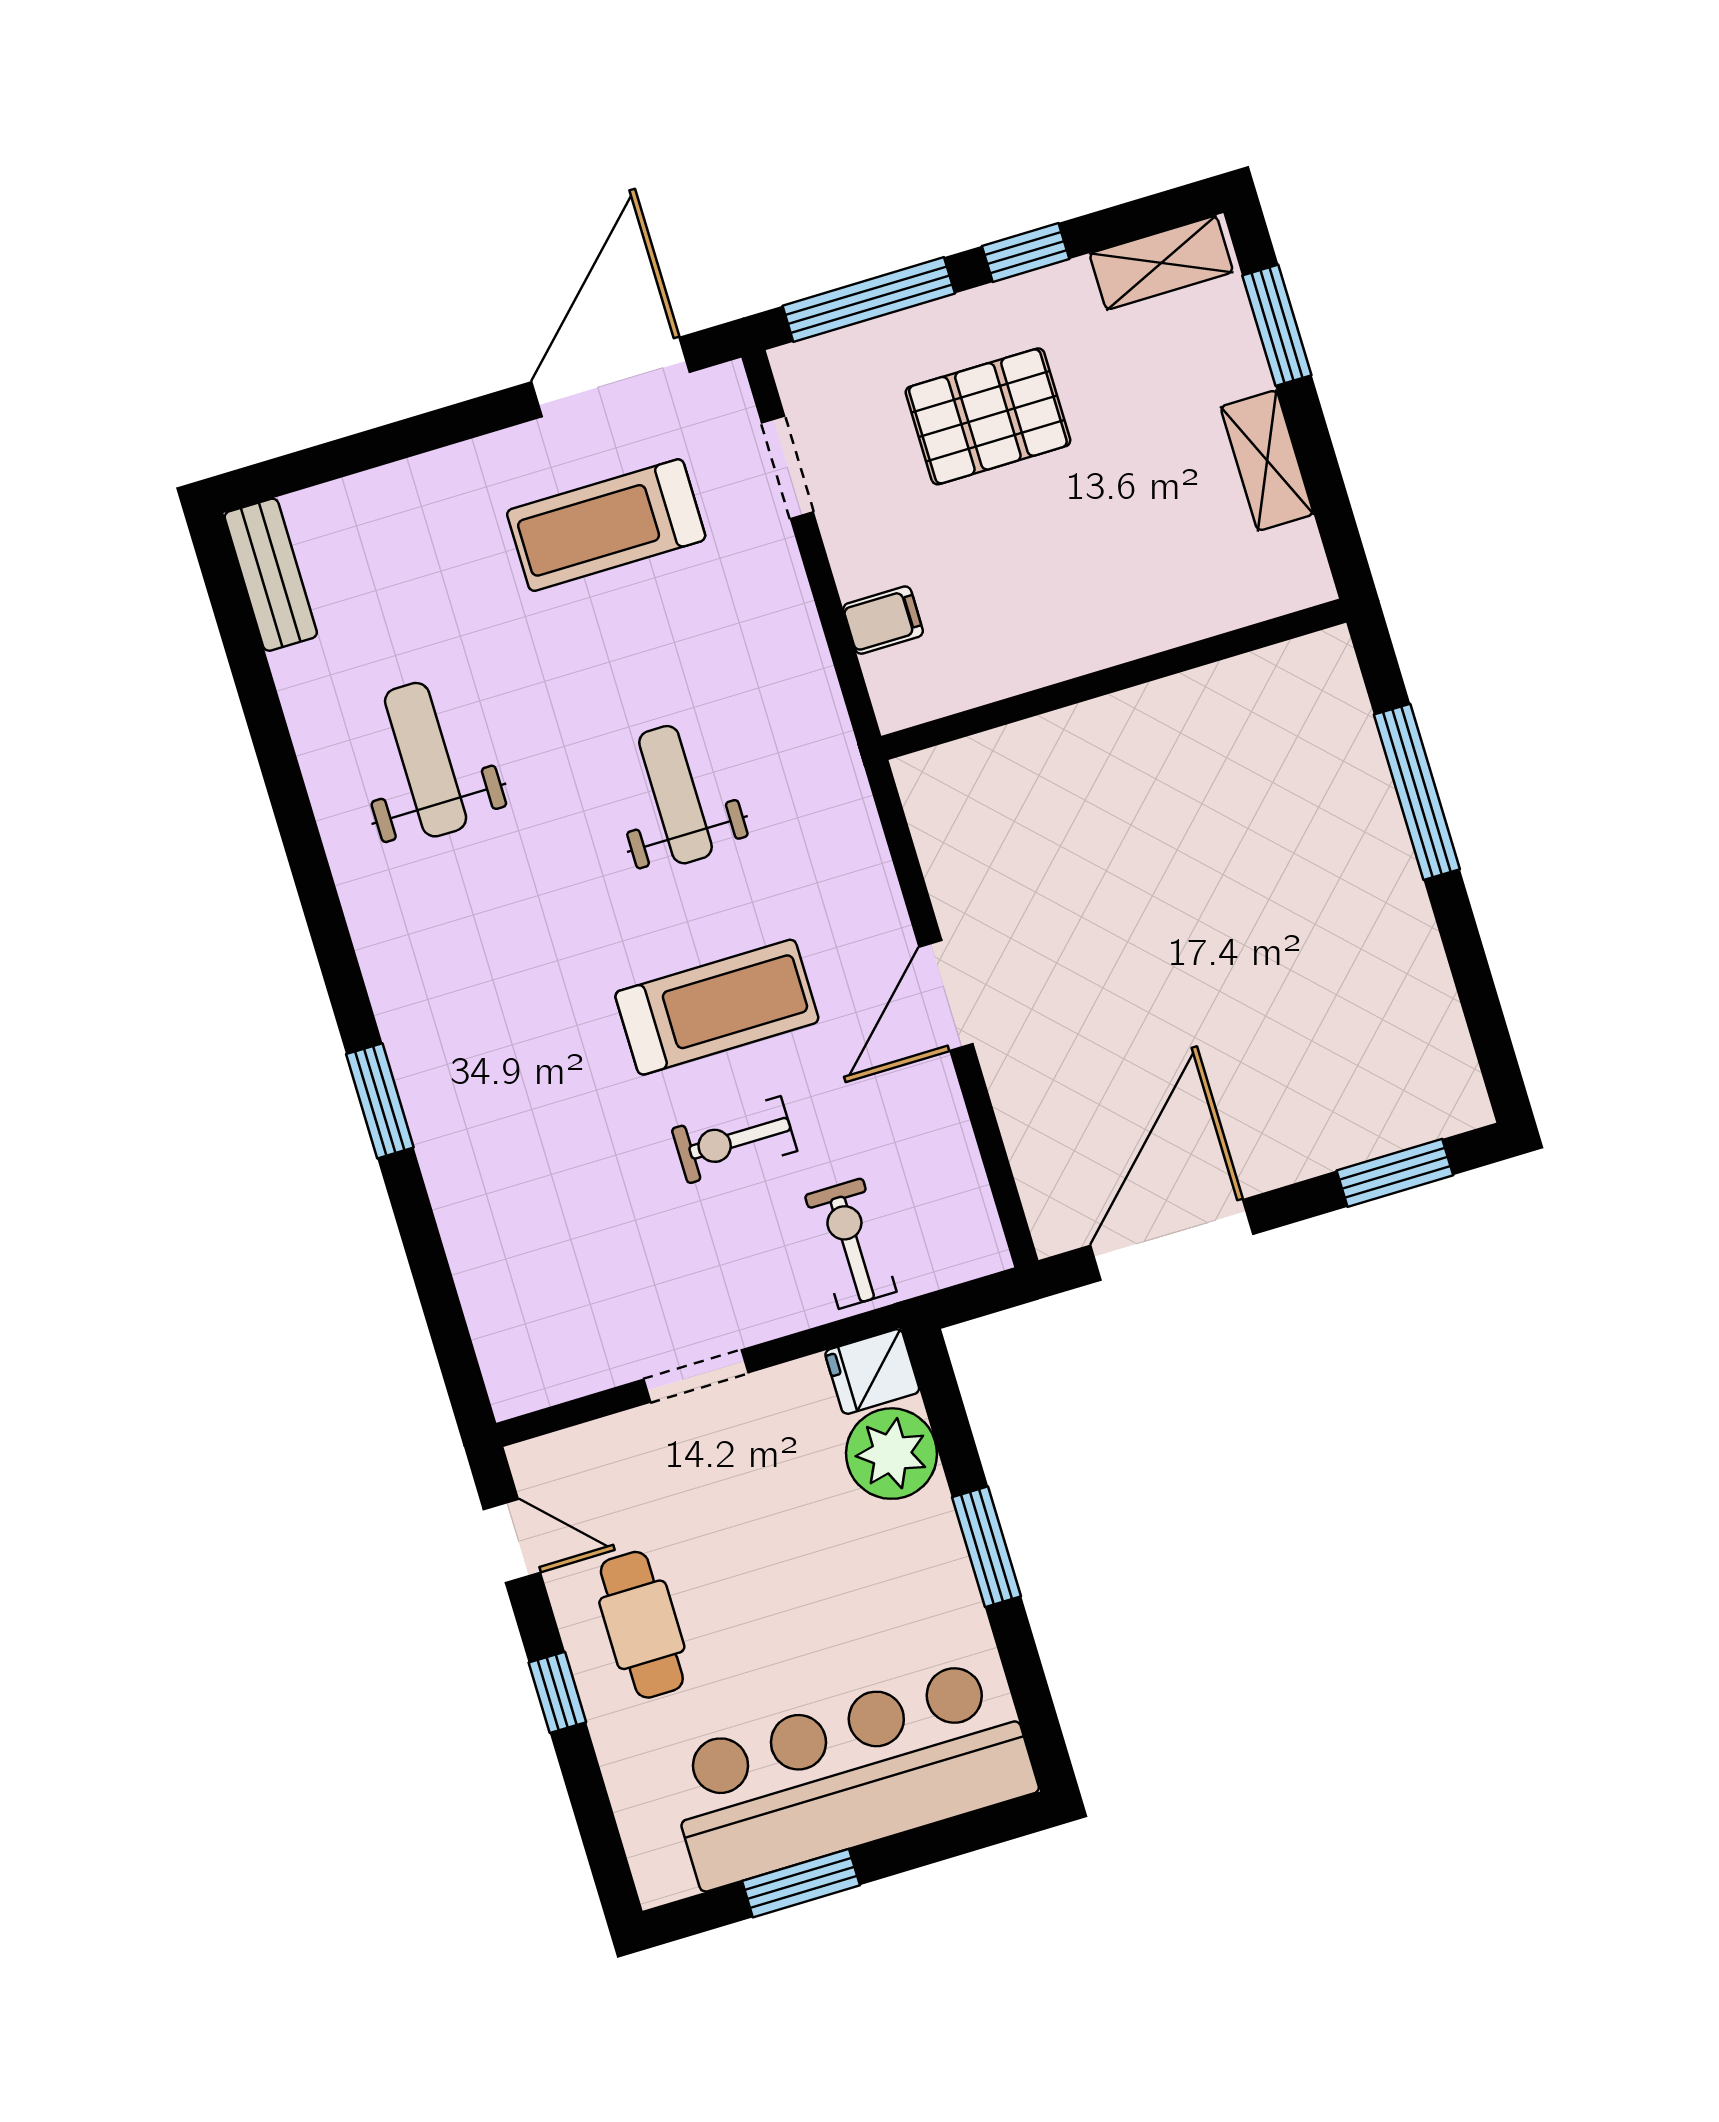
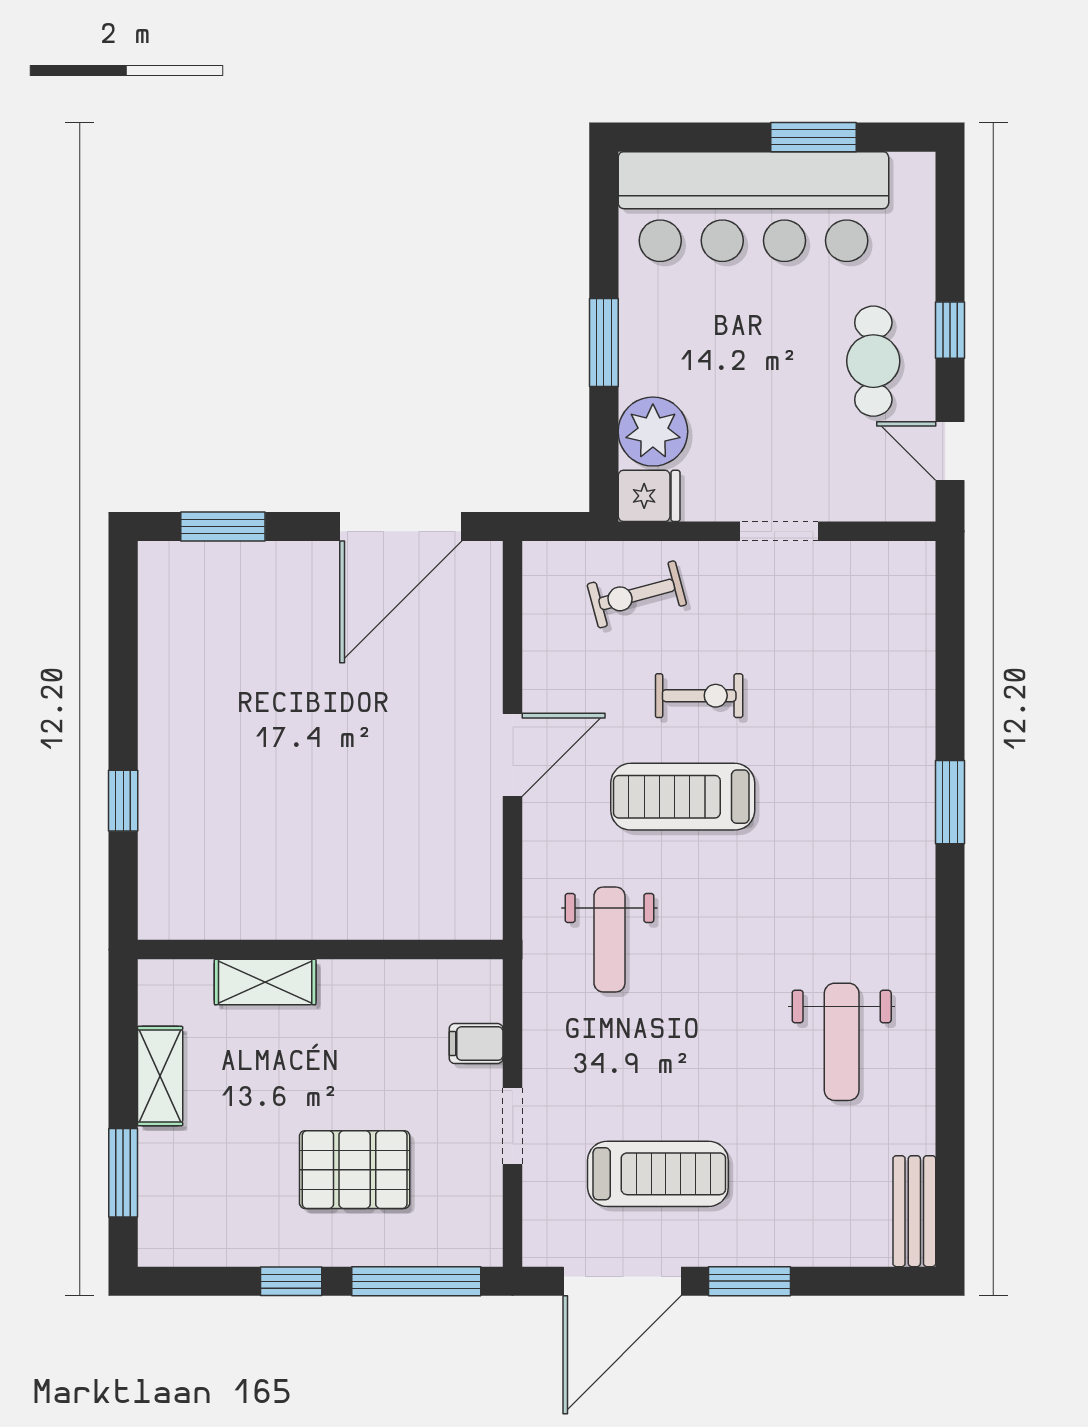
shelving: (1161, 263) -> (265, 982), moved
window: (451, 425) -> (750, 1281), added
doorway: (787, 467) -> (513, 1126), moved
window: (1417, 792) -> (123, 801), width x0.46
weight bench: (676, 795) -> (609, 940), moved
exercise bike: (851, 1243) -> (637, 594), turned 75

